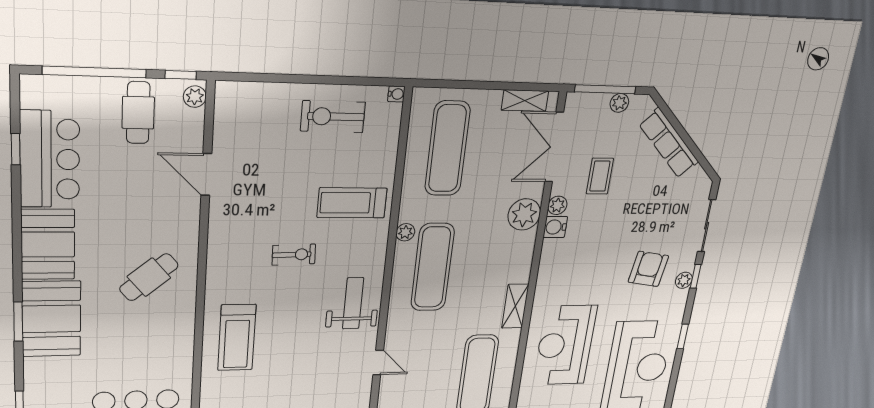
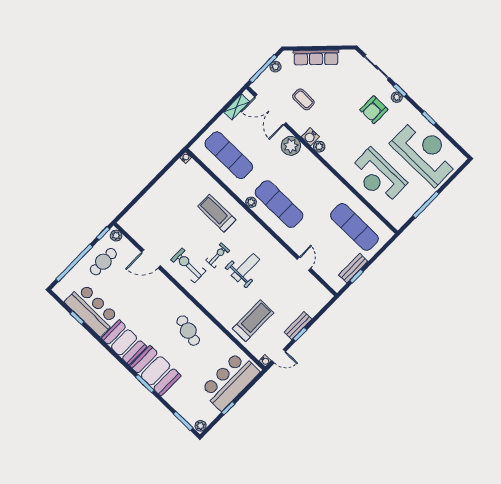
cafe table: (138, 113) -> (103, 262), turned 90
exercise bike: (333, 117) -> (188, 265), moved, turned 90
treadmill: (352, 203) -> (217, 213), turned 90
plant: (557, 205) -> (319, 147), moved
armchair: (648, 269) -> (374, 110), turned -99
cafe table: (149, 277) -> (188, 331), moved, turned -35
weight bench: (353, 303) -> (246, 268), moved, turned 90
shelving: (515, 306) -> (334, 183), removed
treadmill: (237, 338) -> (253, 321), moved, turned -90
door: (378, 363) -> (304, 264), hinge flipped

